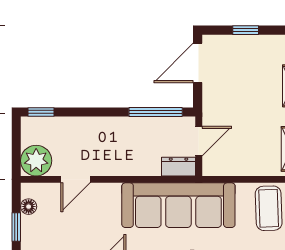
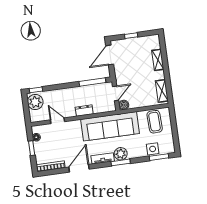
plant: (36, 161) -> (35, 102), moved
boiler: (212, 166) -> (124, 105), added
dresser: (179, 167) -> (84, 111), moved
door: (75, 179) -> (58, 121), swing flipped

